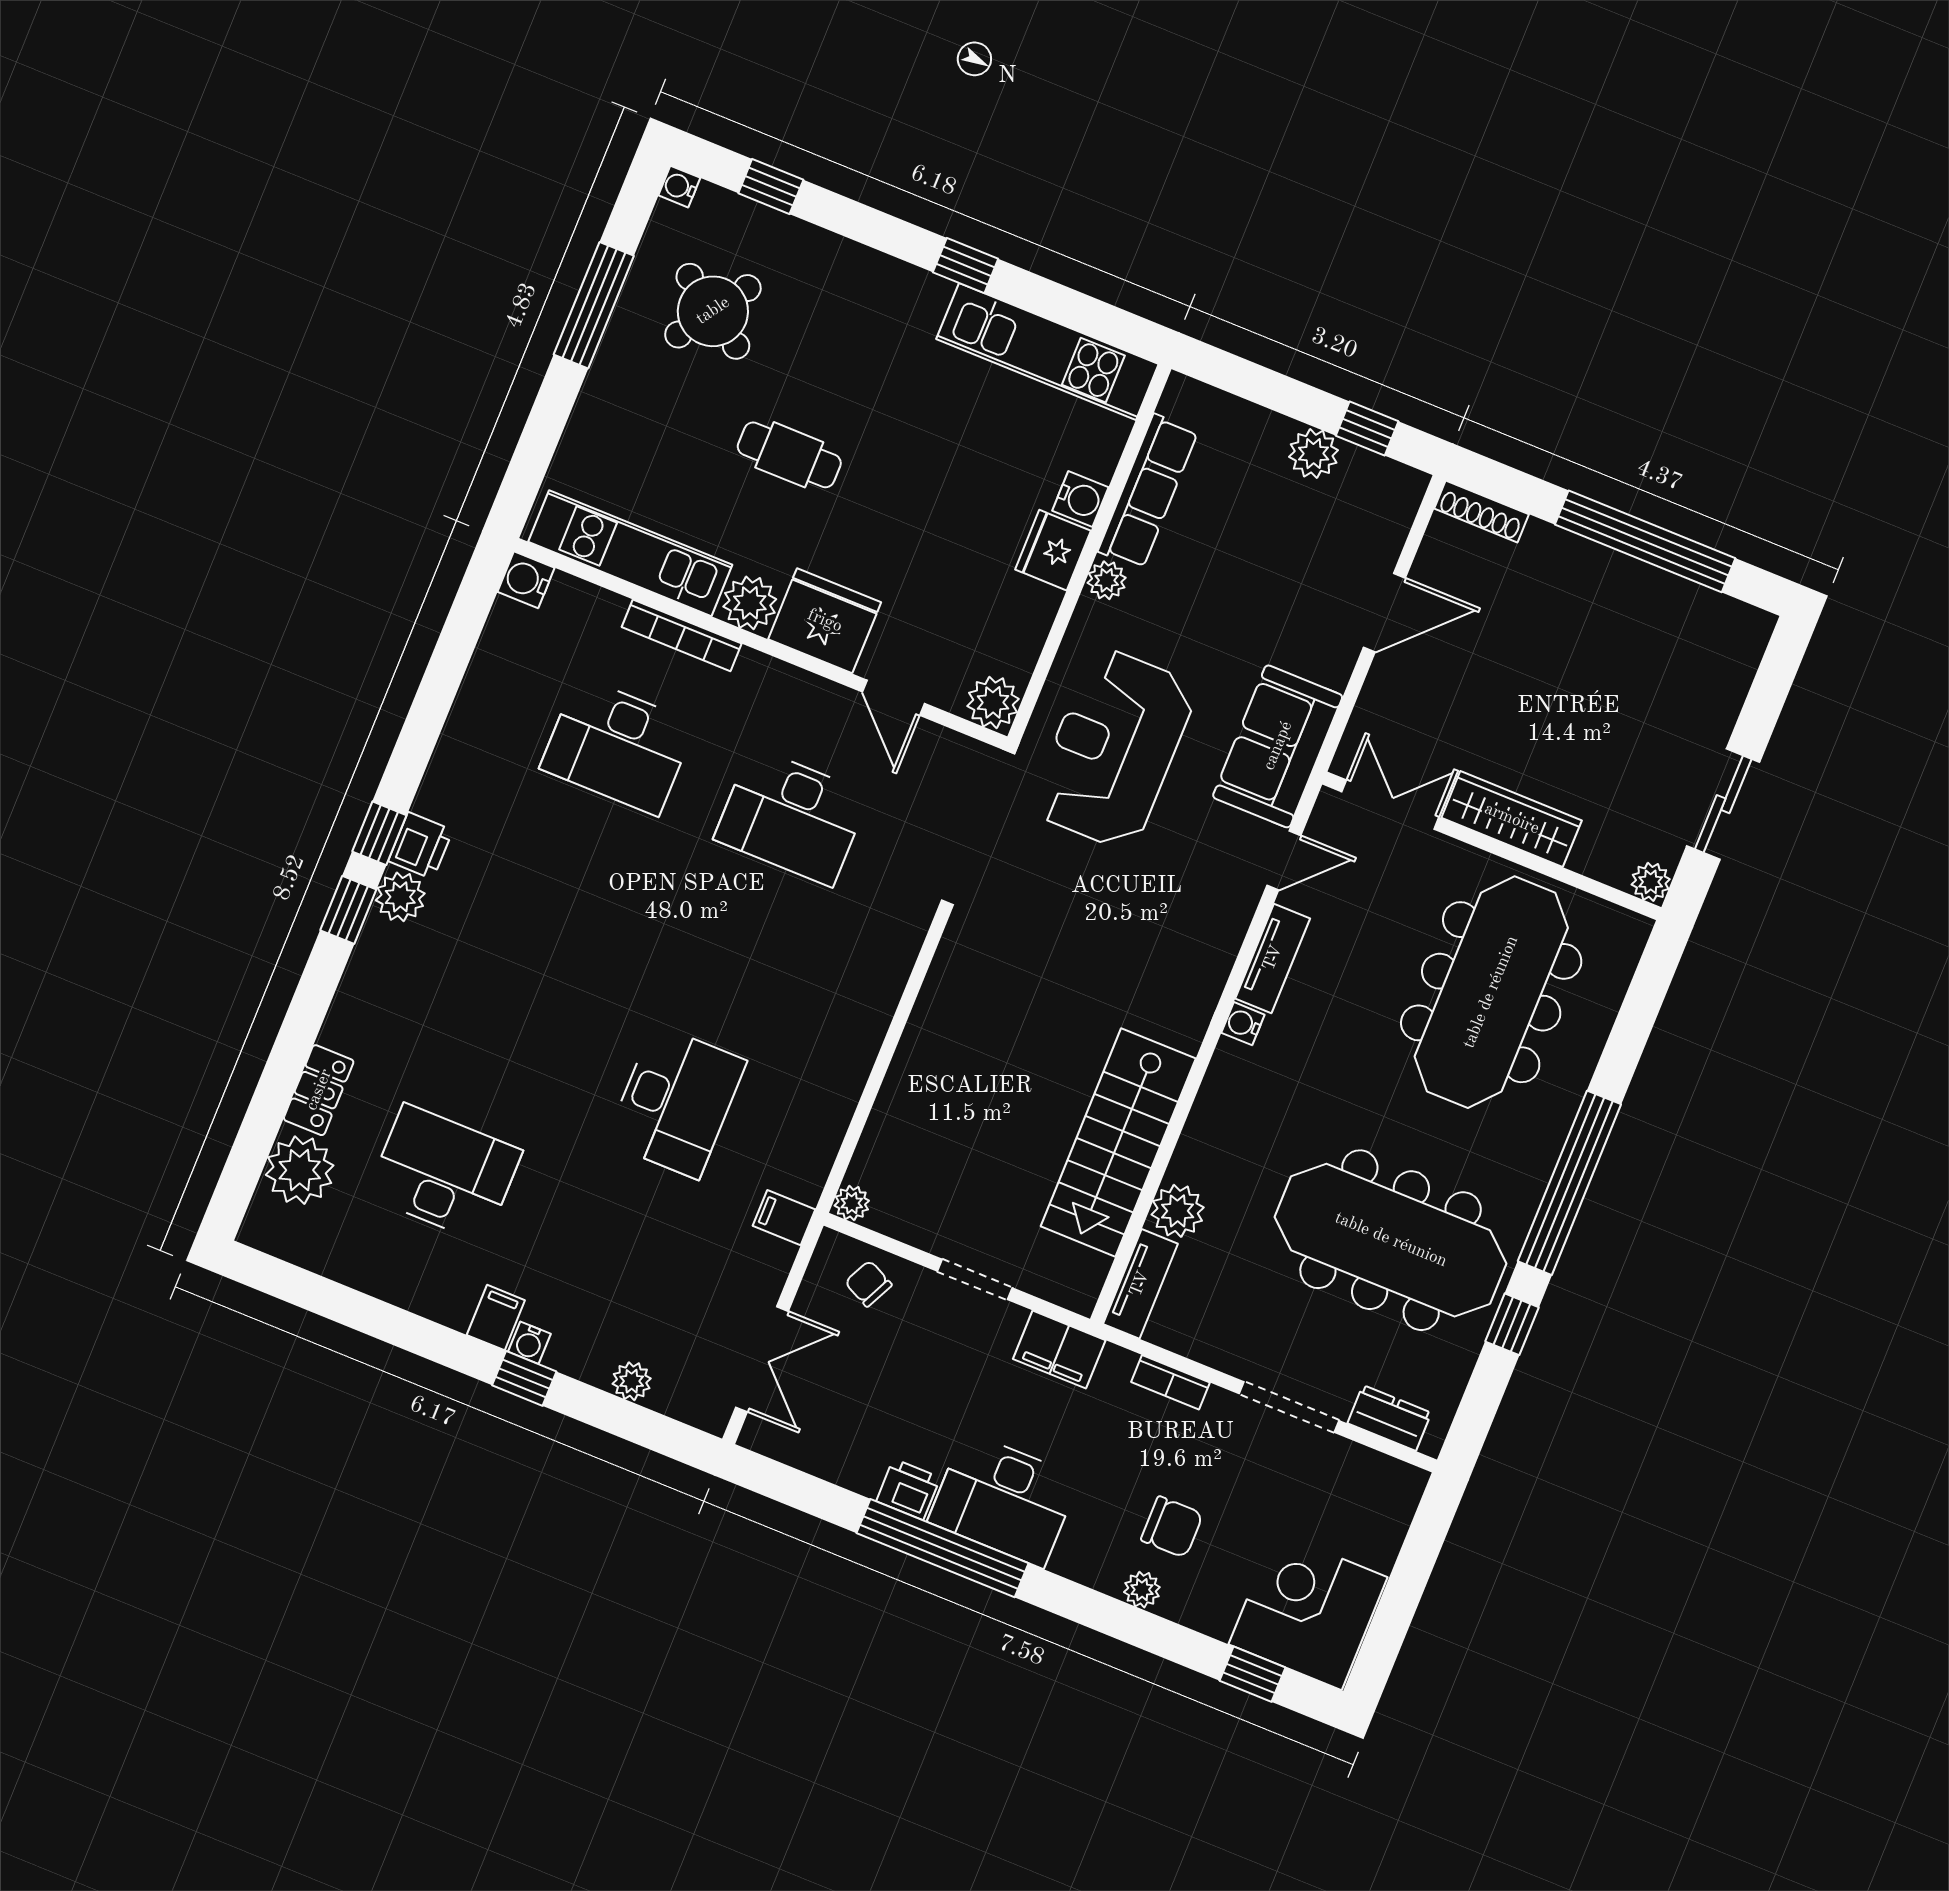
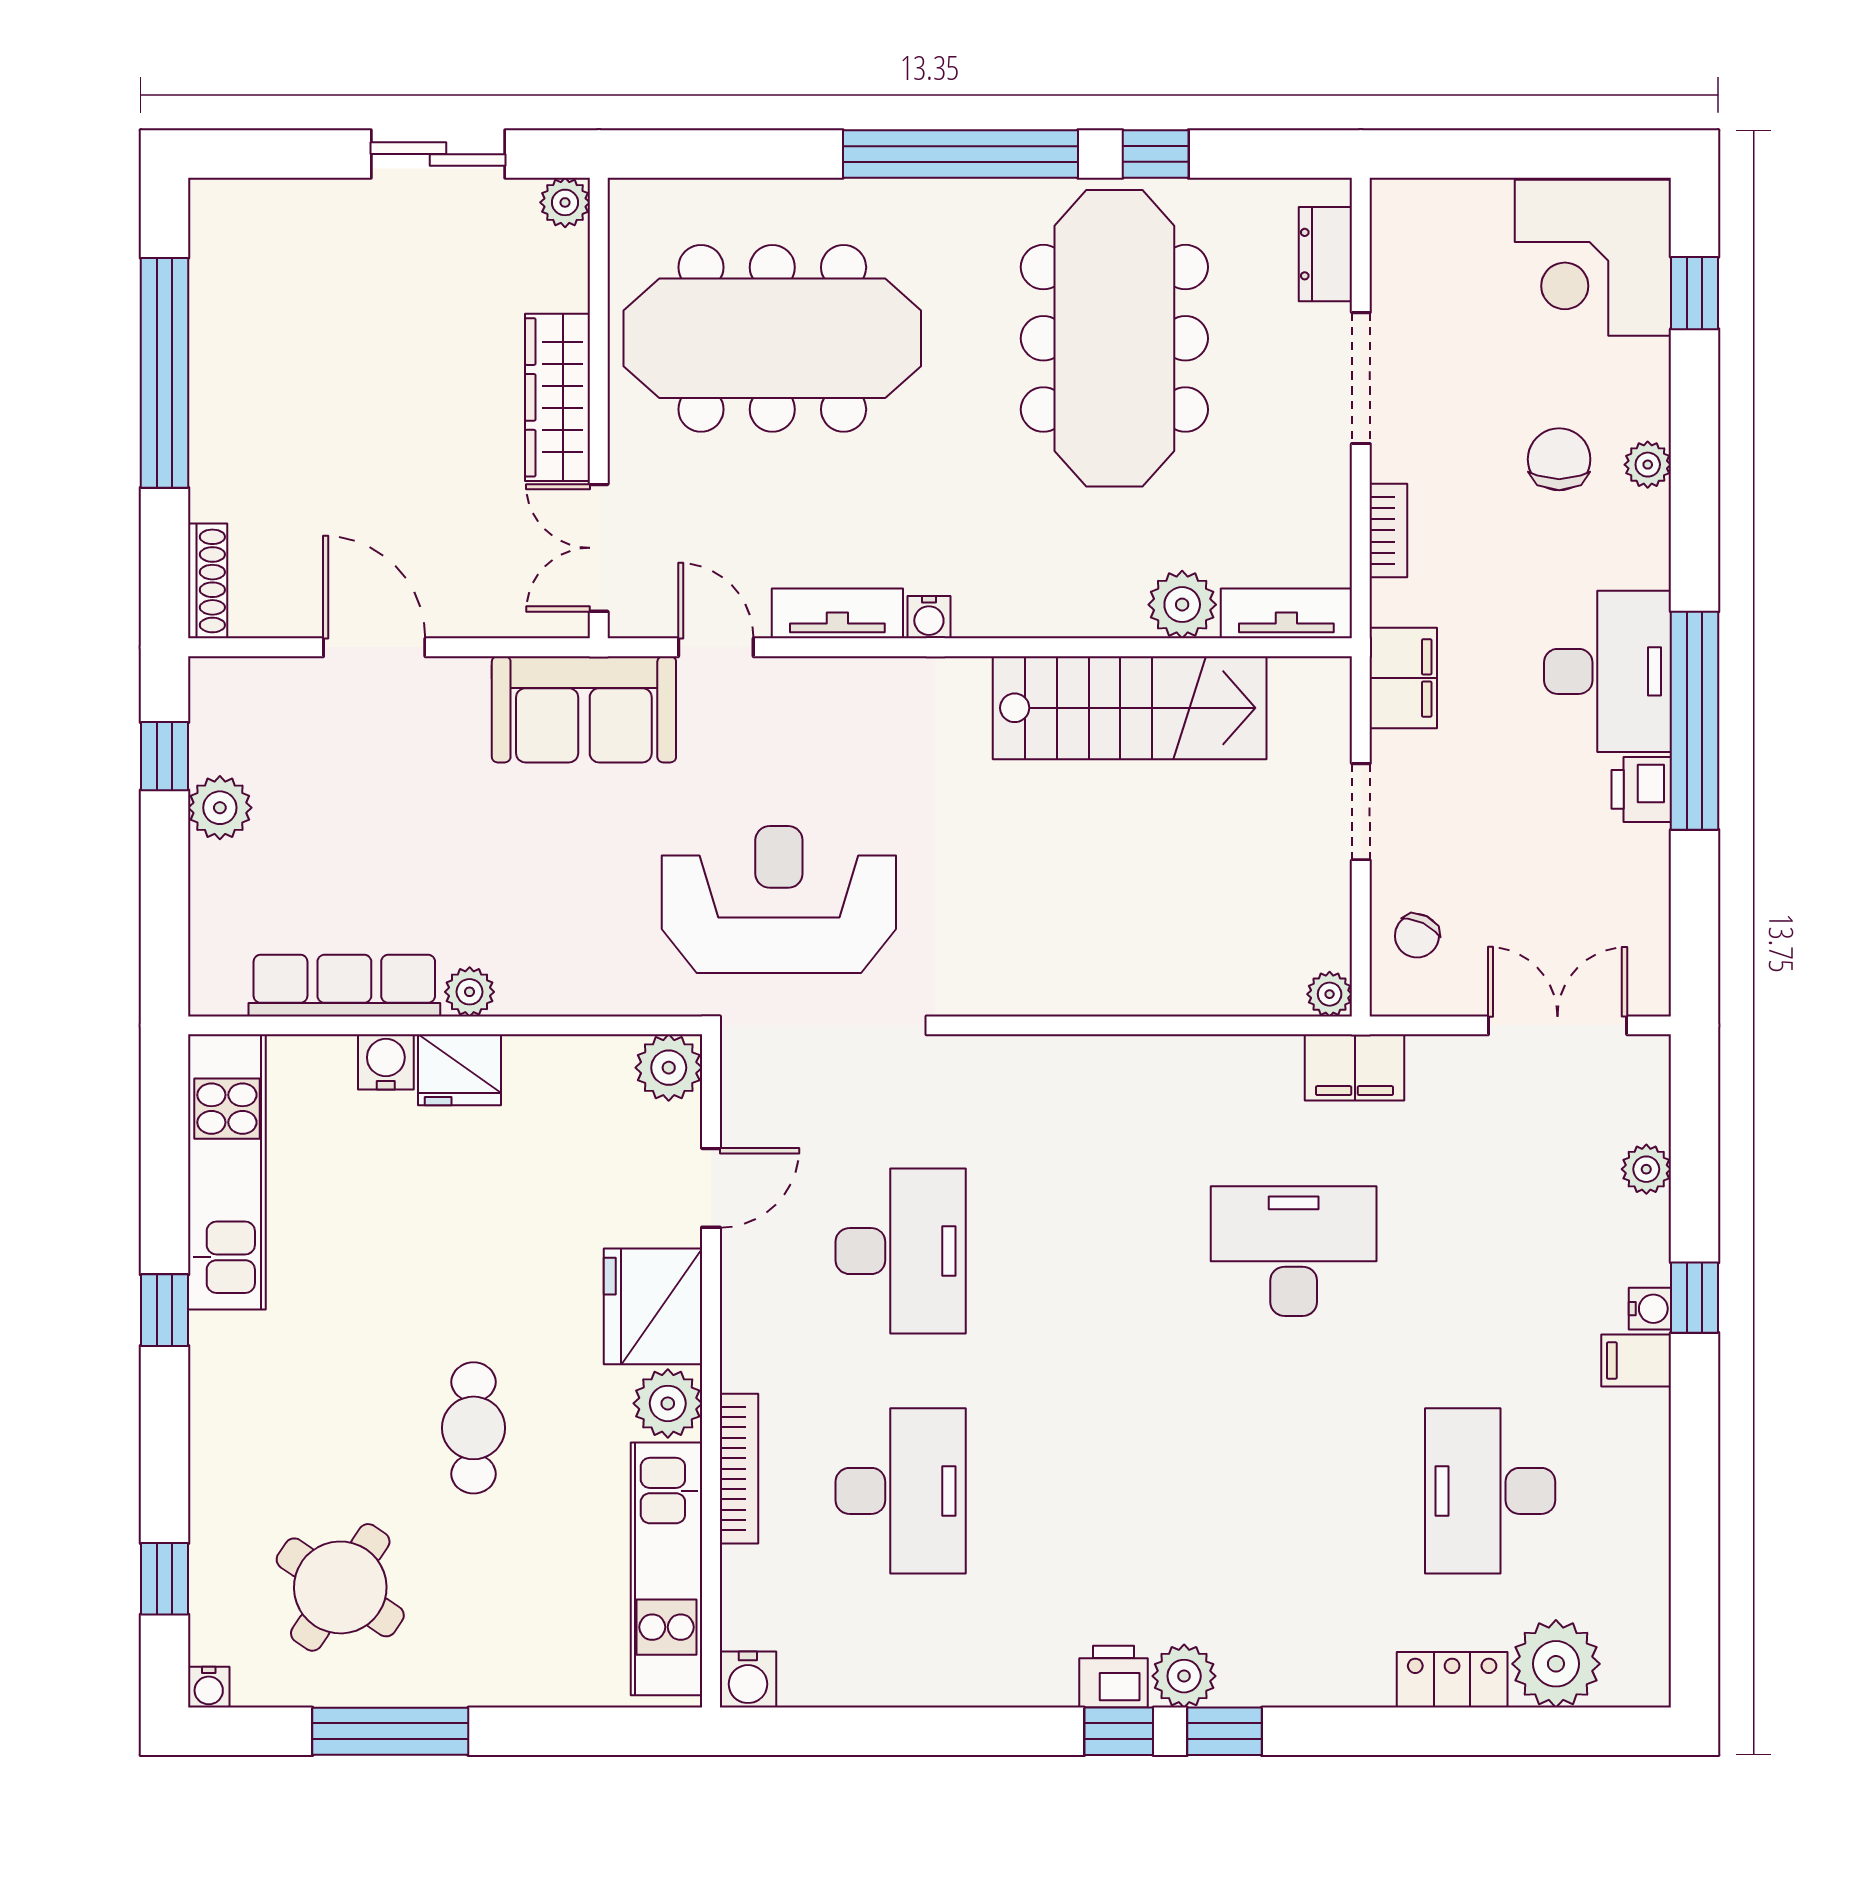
reception desk: (1114, 749) -> (779, 900), moved, turned 180
filing cabinet: (784, 1218) -> (1355, 1067), width x2.00

